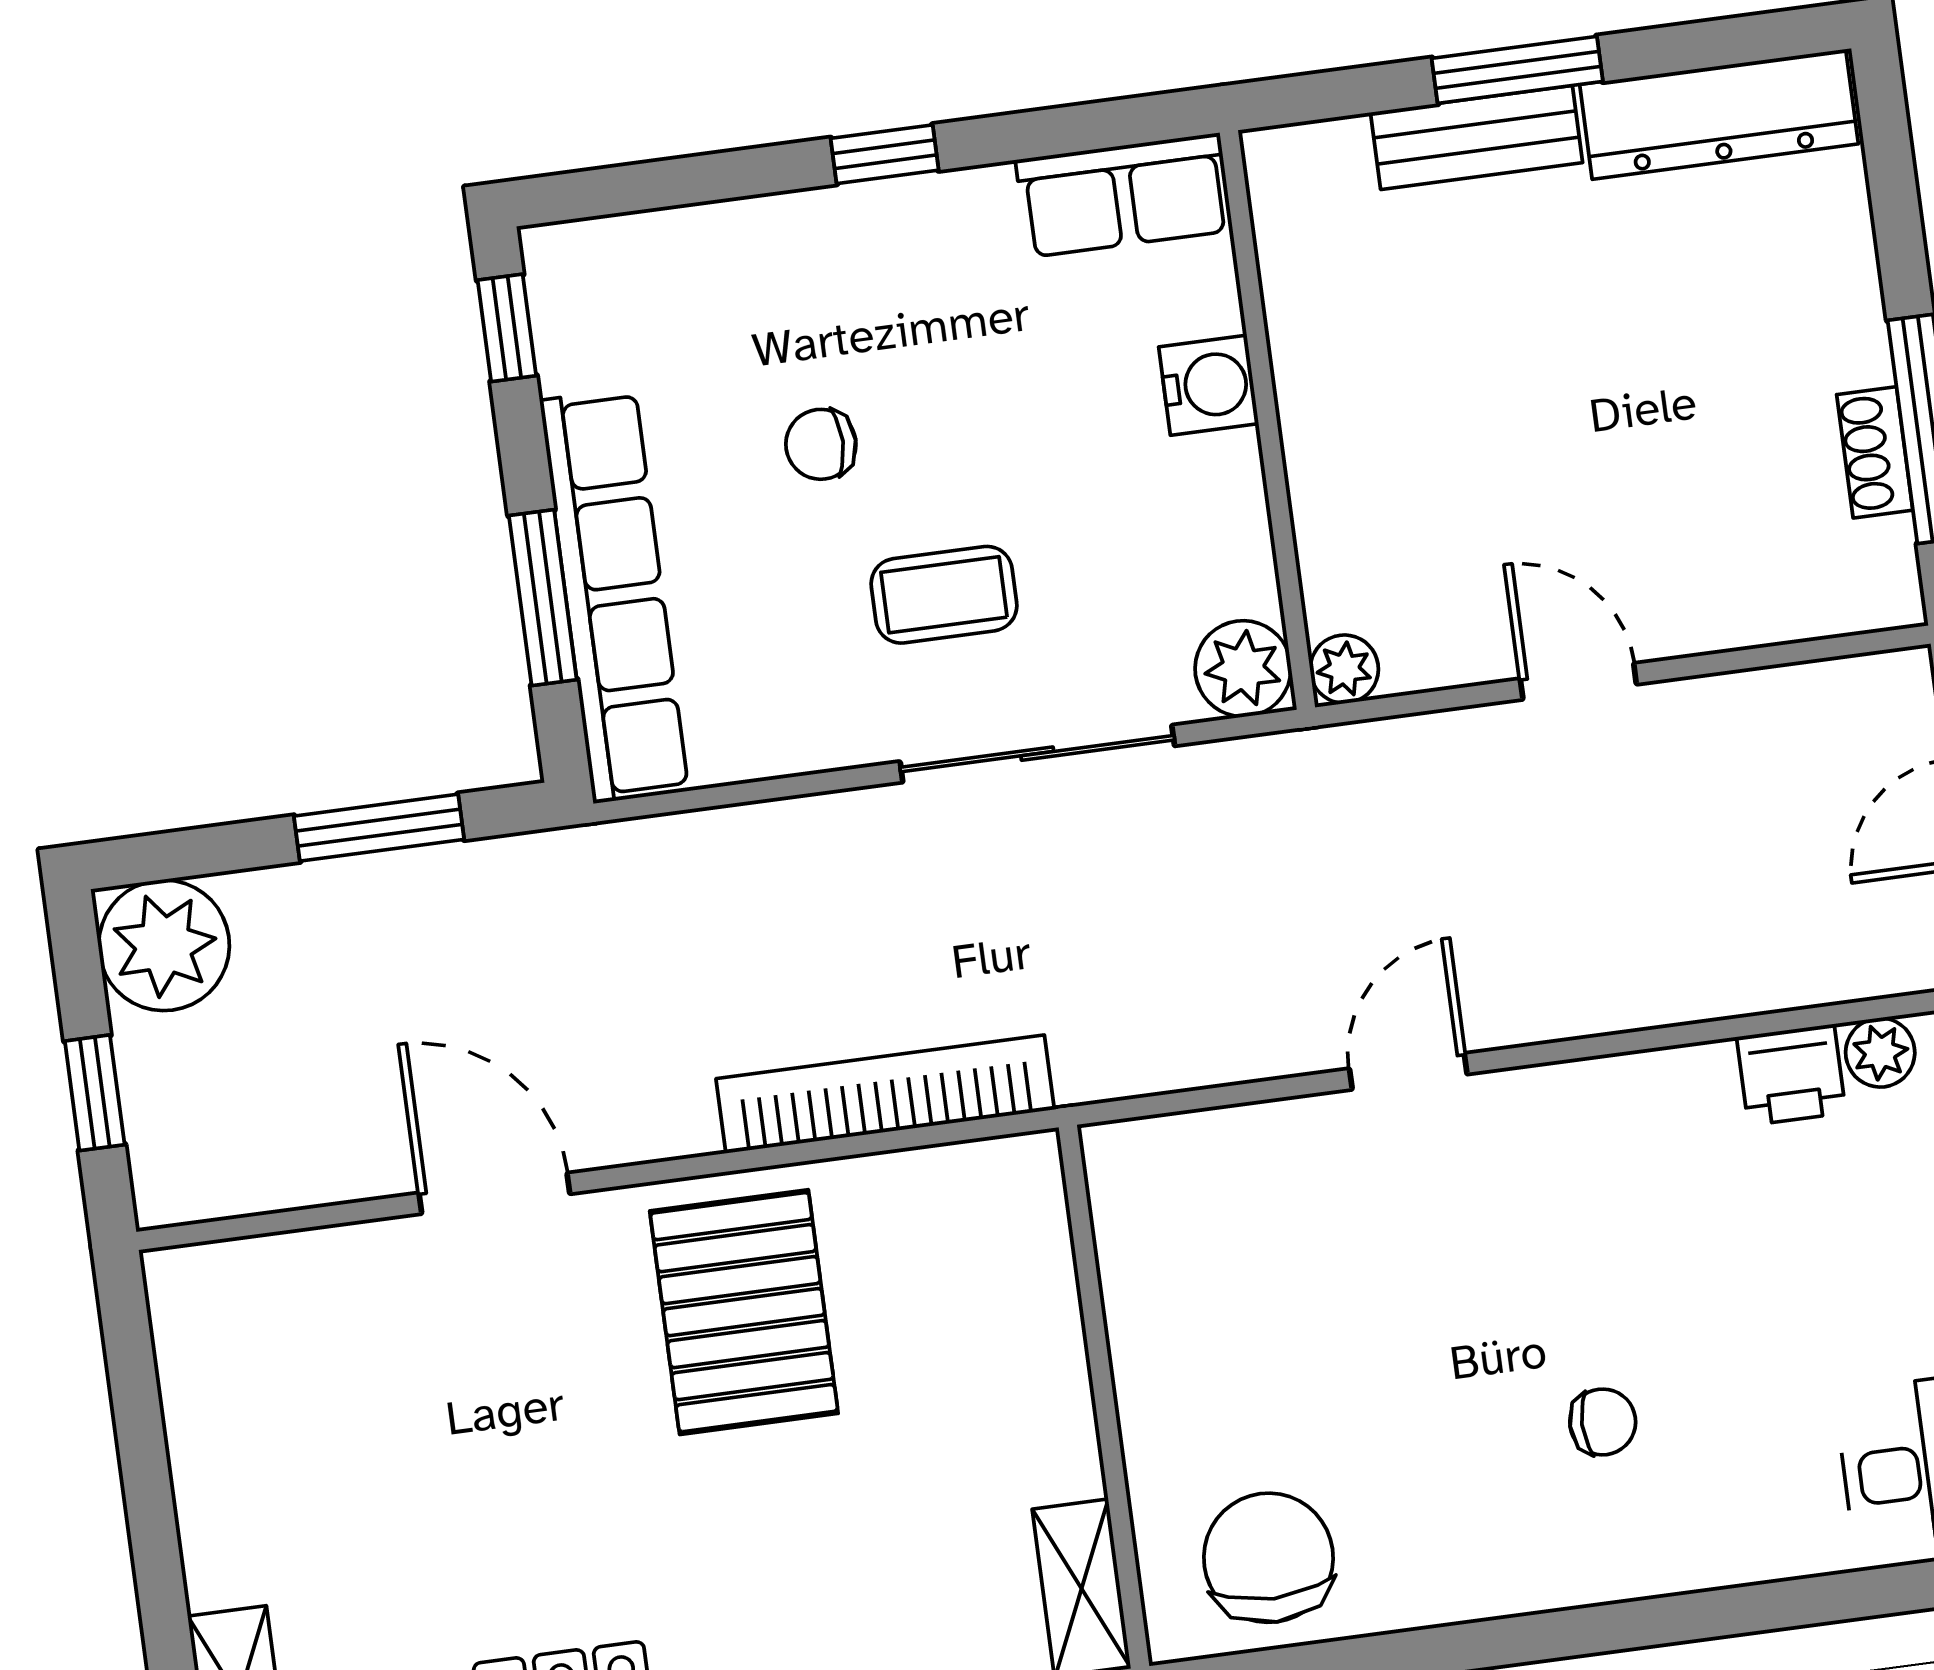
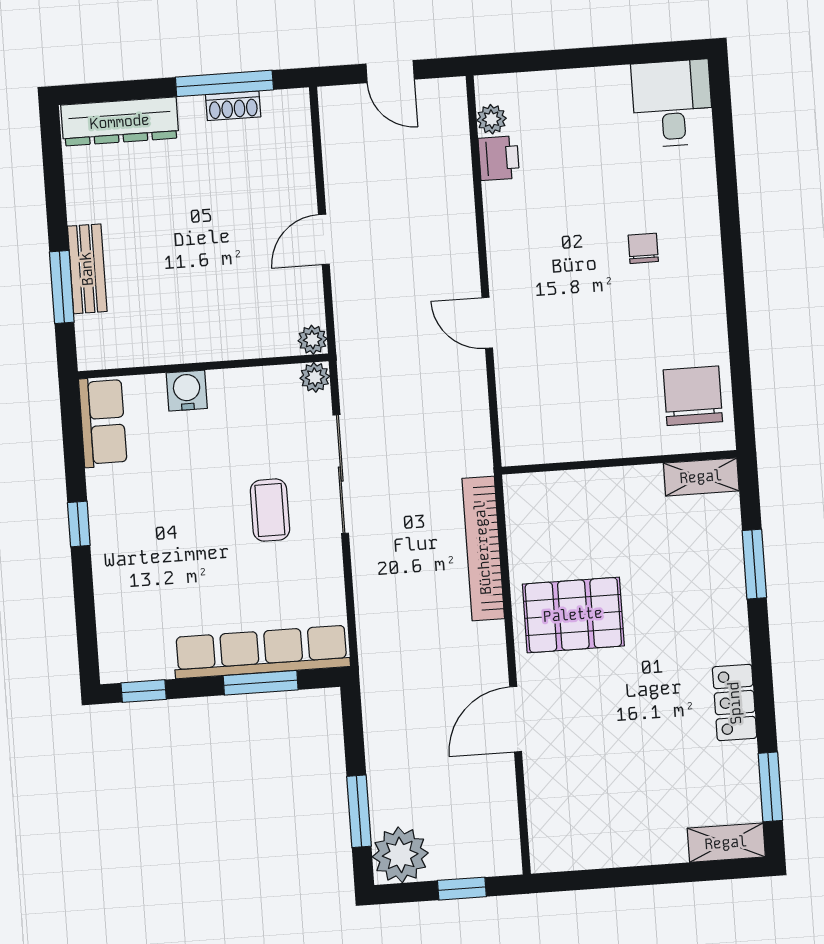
window: (1517, 70) -> (62, 287), moved
dresser: (1719, 114) -> (120, 122), moved, turned 90
chair: (821, 444) -> (202, 559), removed
plant: (1243, 669) -> (315, 377), width x0.73, depth x0.73
window: (379, 828) -> (359, 811), moved
chair: (1268, 1558) -> (693, 396), turned 90

